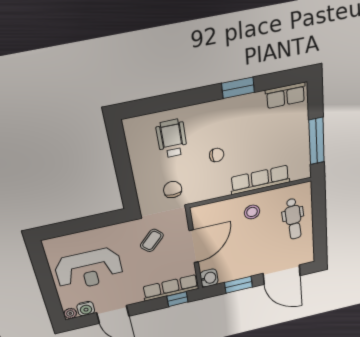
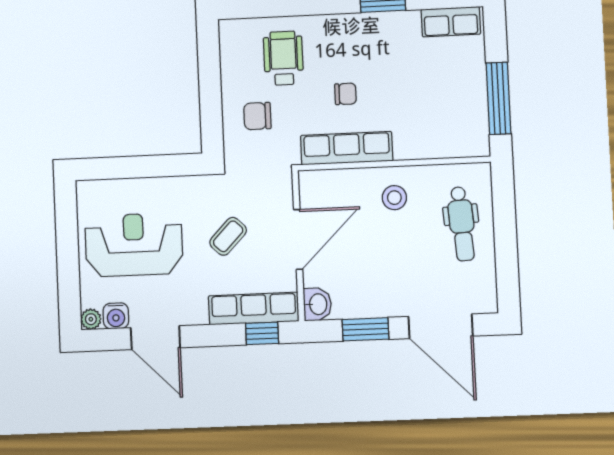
row of seats: (260, 180) -> (347, 148), moved
chair: (173, 190) -> (257, 116), moved, turned -90
coffee table: (152, 240) -> (228, 236), moved
reception desk: (89, 269) -> (134, 245), turned 180

